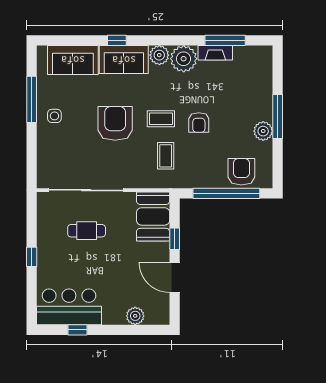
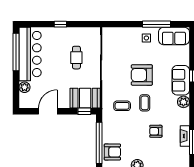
plant: (184, 59) -> (181, 117), removed
sofa: (73, 60) -> (174, 36), moved, turned -90
armchair: (199, 122) -> (156, 131), moved
armchair: (115, 123) -> (142, 75), turned 180
window: (175, 239) -> (84, 111), moved
bar counter: (69, 307) -> (30, 54), width x1.36
window: (77, 330) -> (16, 52), width x3.17

